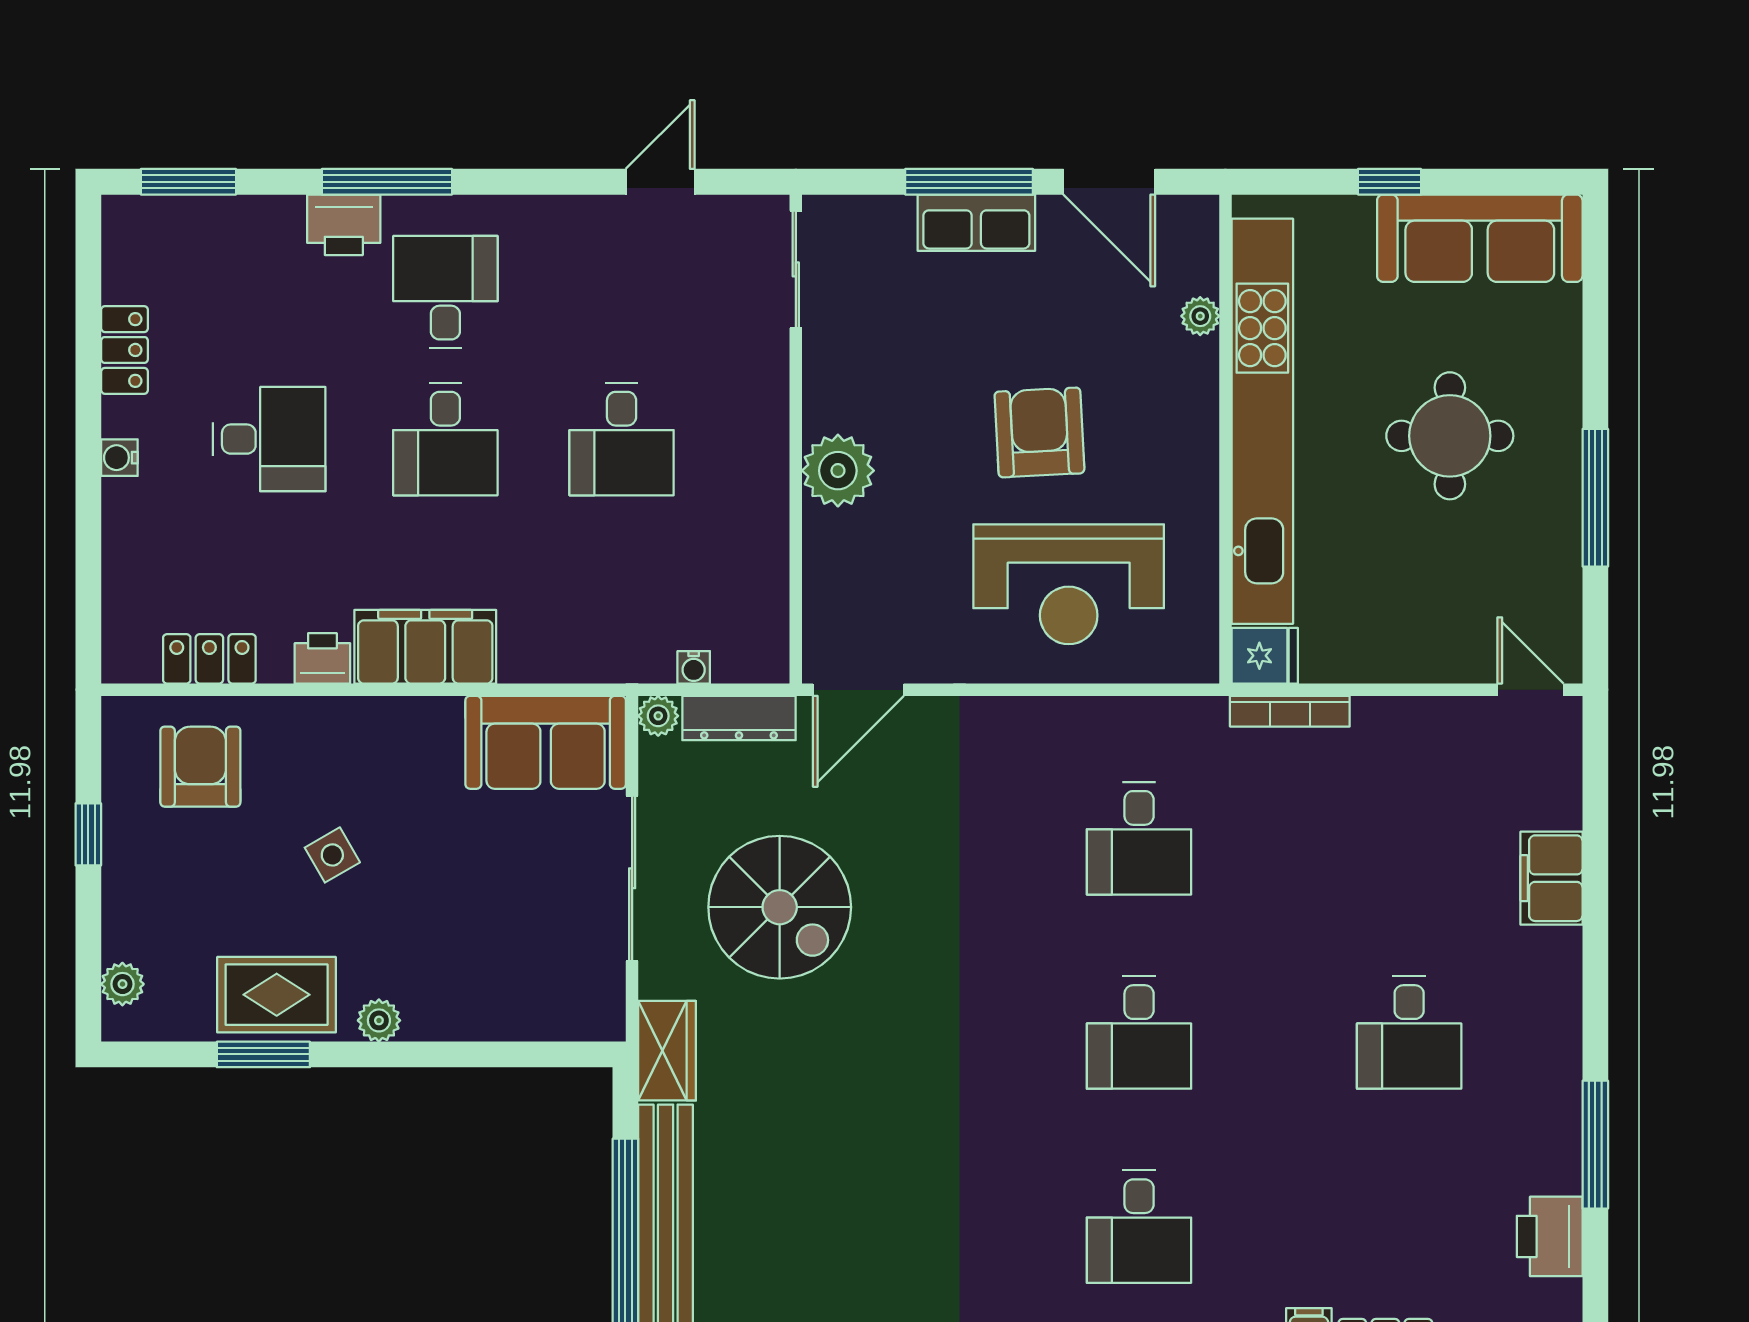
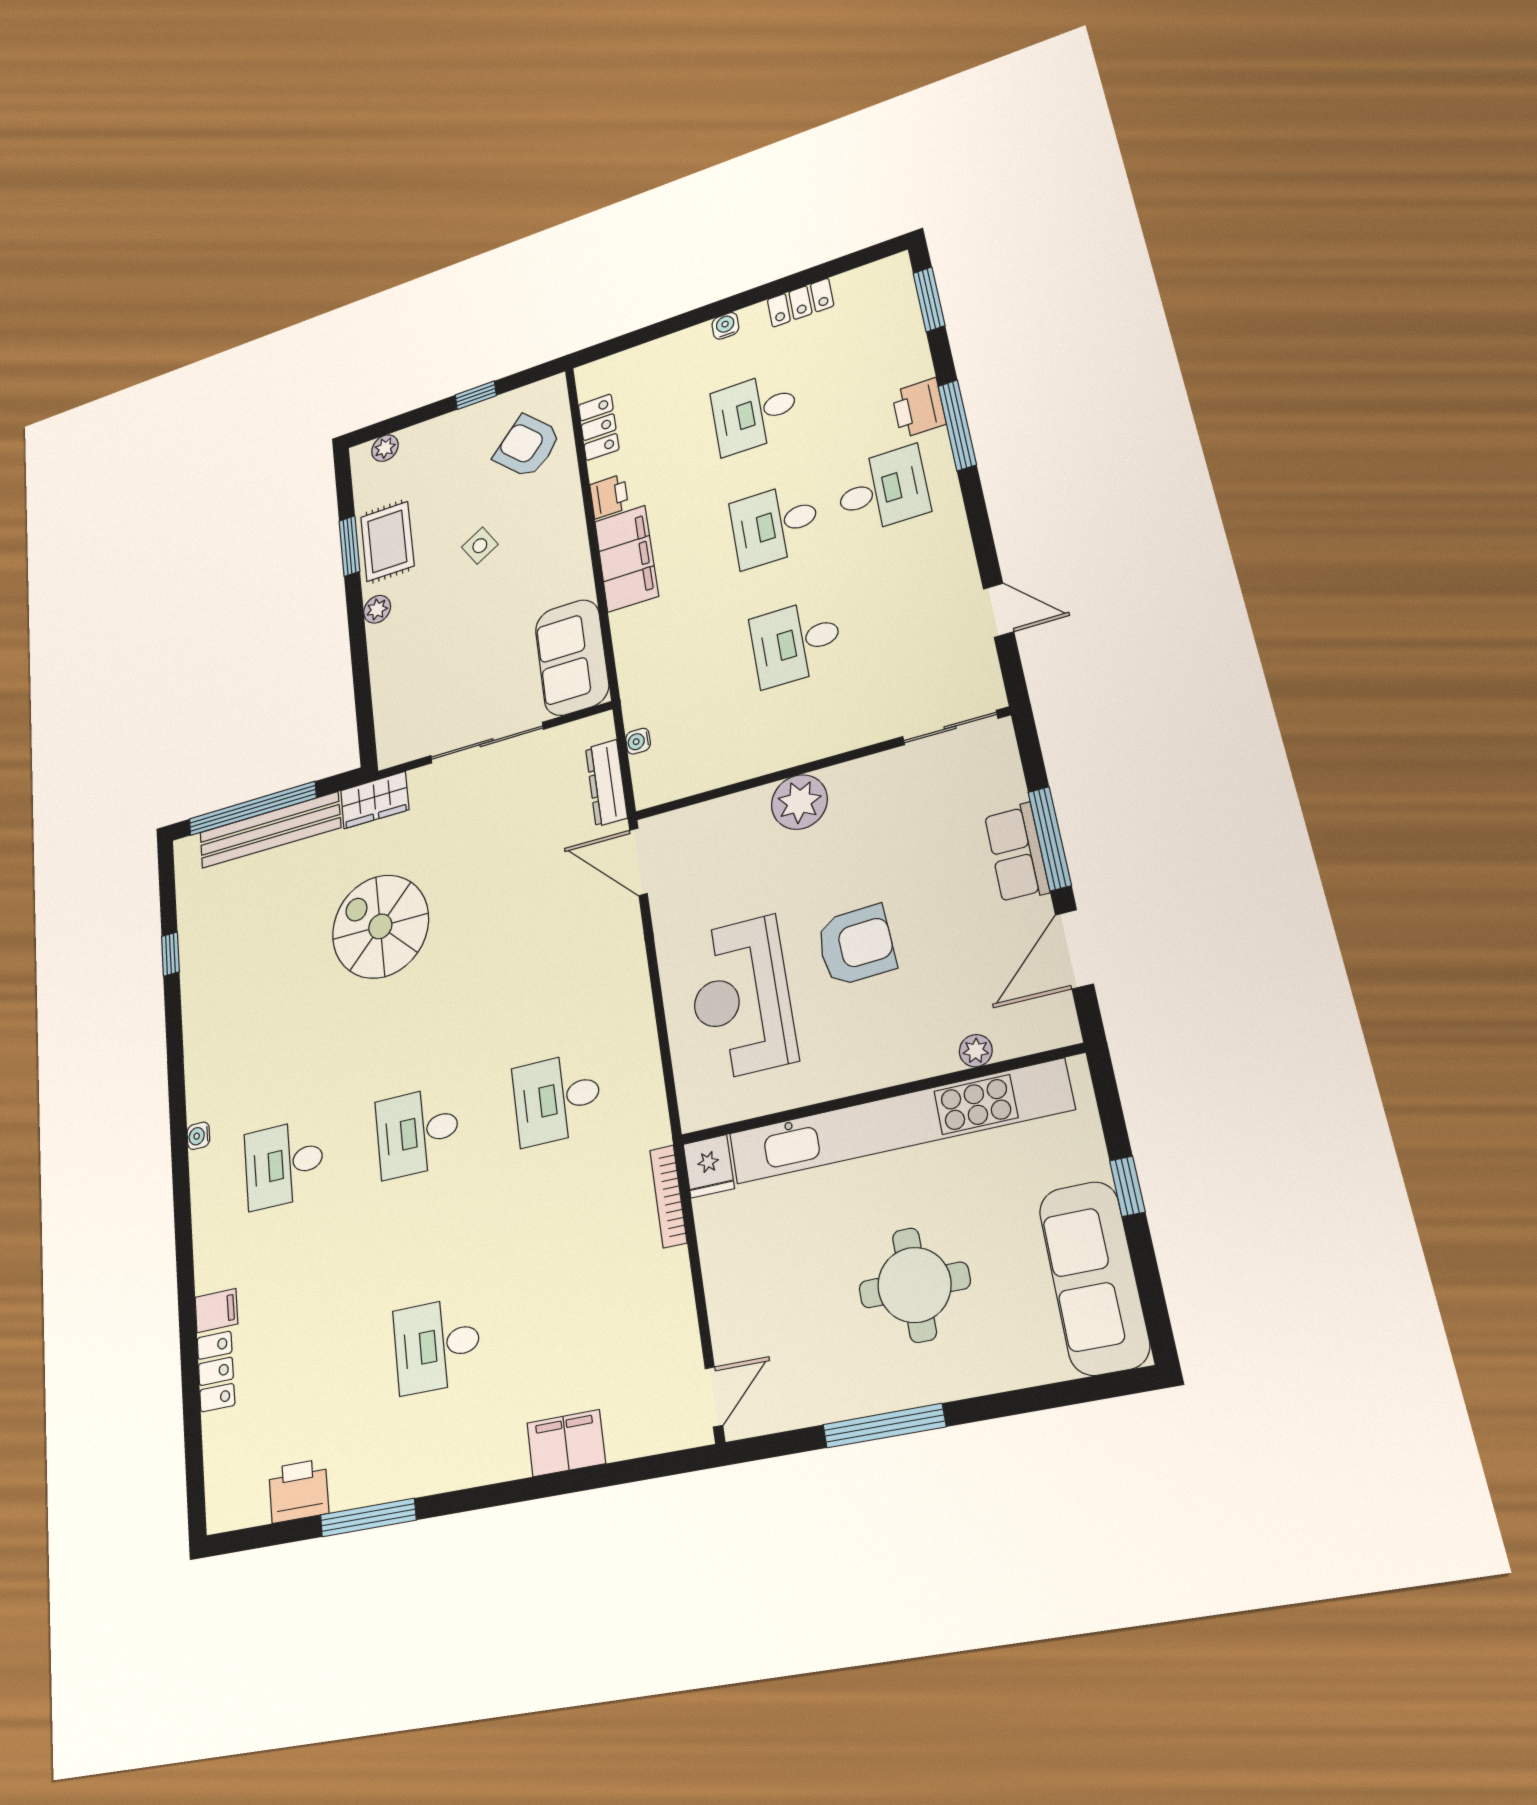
desk: (269, 439) -> (755, 413), turned 90
plant: (658, 716) -> (600, 727), removed
armchair: (200, 767) -> (527, 446), turned -136
spiral stairs: (780, 907) -> (380, 926), moved, turned 90

